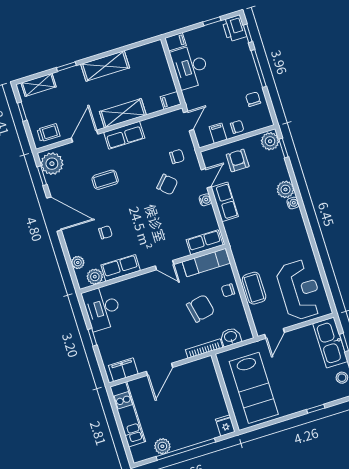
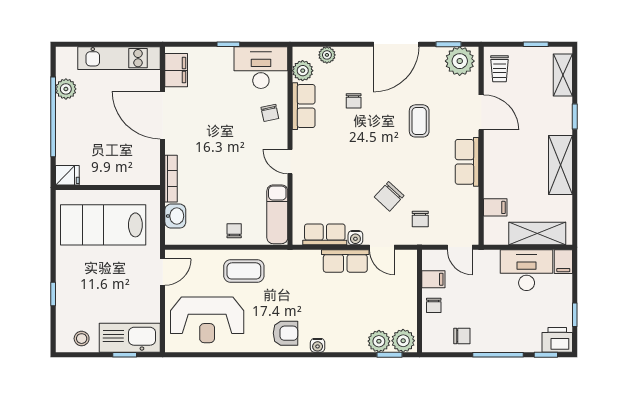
filing cabinet: (171, 100) -> (495, 207), moved, turned 90
shelving: (123, 113) -> (537, 233), moved, turned 90
armchair: (238, 161) -> (285, 333), moved
plant: (285, 189) -> (379, 341), moved
row of seats: (205, 242) -> (325, 234), moved, turned -90
door: (165, 265) -> (290, 162), hinge flipped
coffee table: (254, 288) -> (244, 271), moved
chair: (201, 308) -> (270, 113), moved, width x0.54, depth x0.54
door: (275, 333) -> (163, 272), swing flipped
door: (160, 369) -> (163, 115), width x1.36

